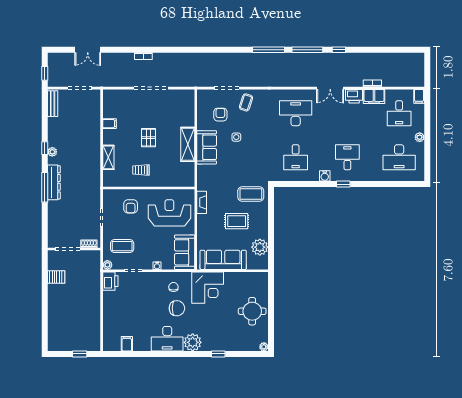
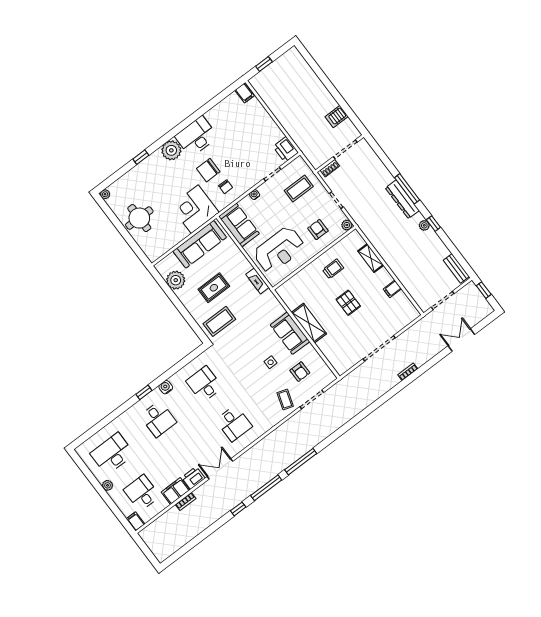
desk: (296, 113) -> (234, 423), width x0.73
plant: (107, 265) -> (347, 225), moved
filing cabinet: (127, 344) -> (245, 93), moved

